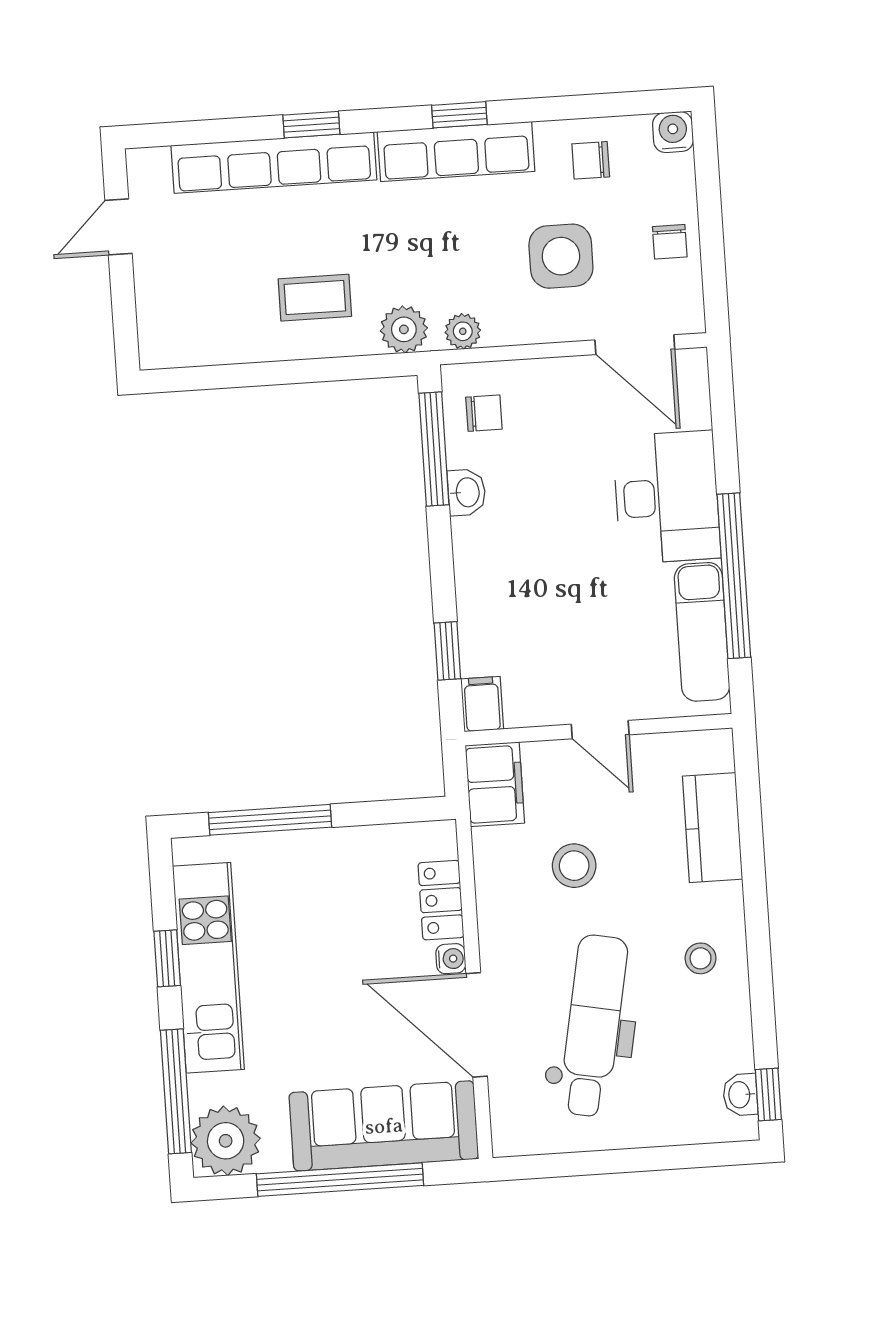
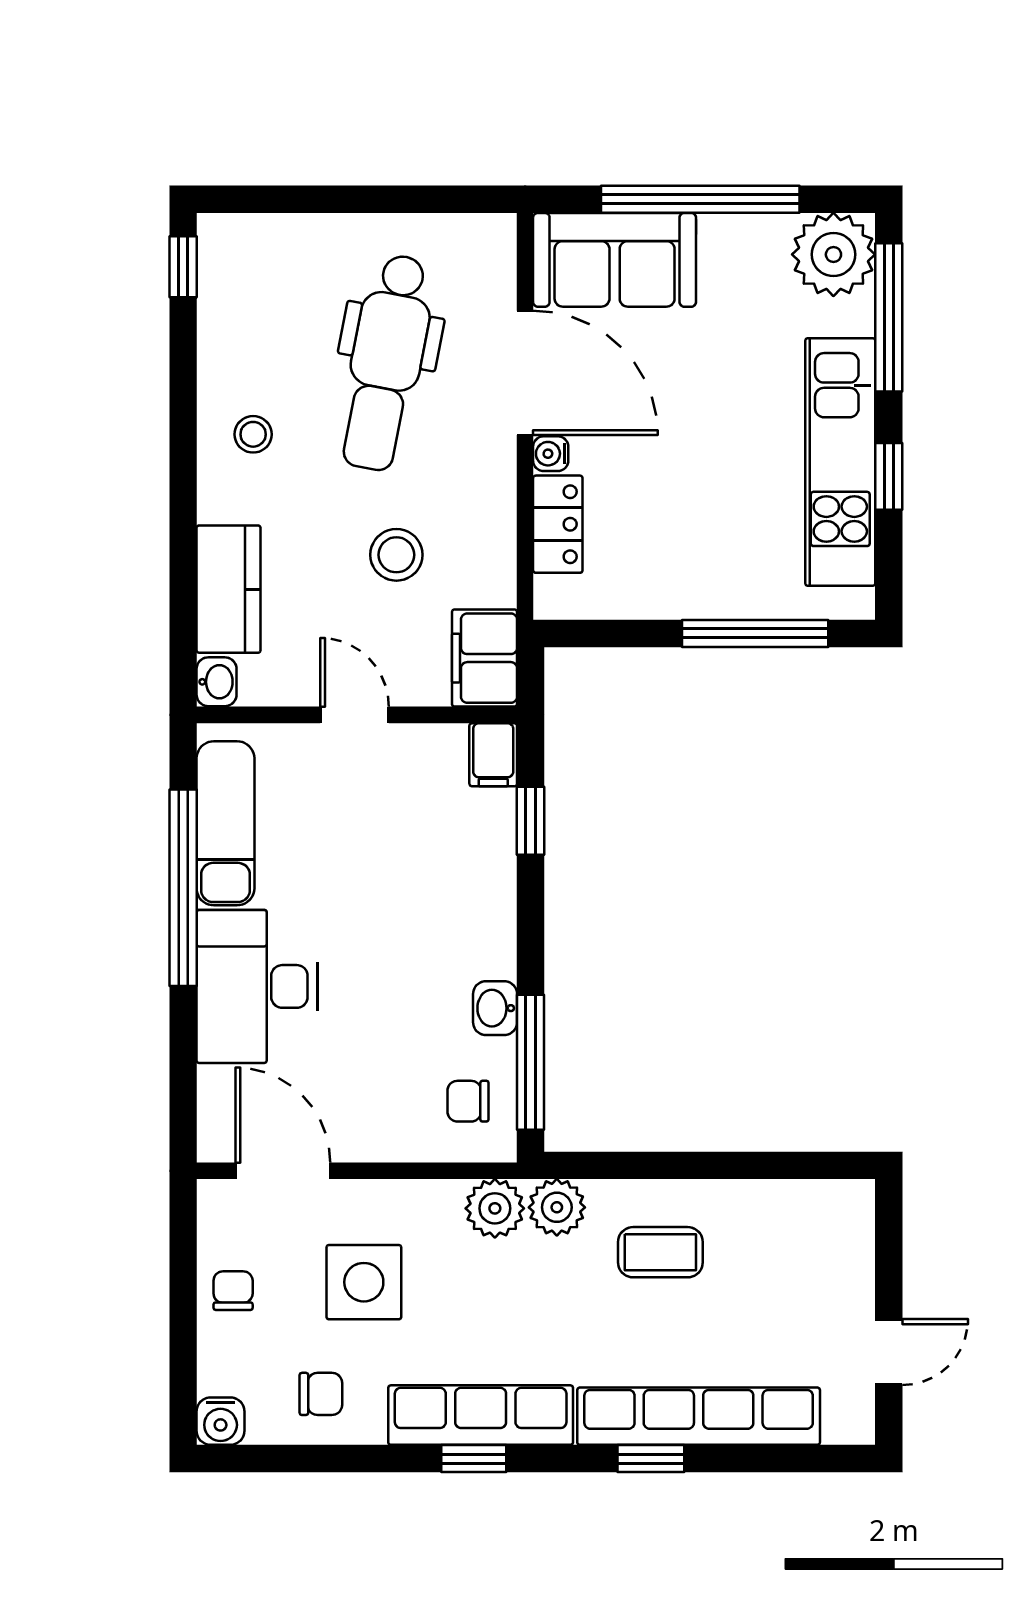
plant: (463, 331) -> (495, 1208), width x1.38, depth x1.38
washbasin: (740, 1095) -> (217, 682), moved
sofa: (384, 1126) -> (615, 260), width x0.73

